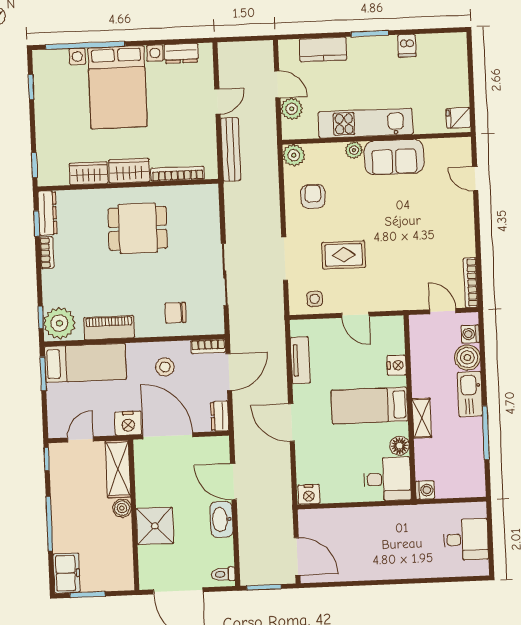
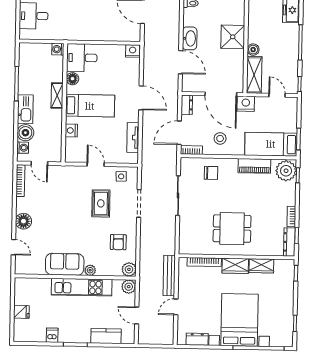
plant: (292, 109) -> (129, 287), moved
fridge: (458, 118) -> (21, 312), moved
floor lamp: (462, 220) -> (23, 221), added
rug: (344, 255) -> (101, 203), turned 90
door: (81, 439) -> (277, 95), swing flipped

